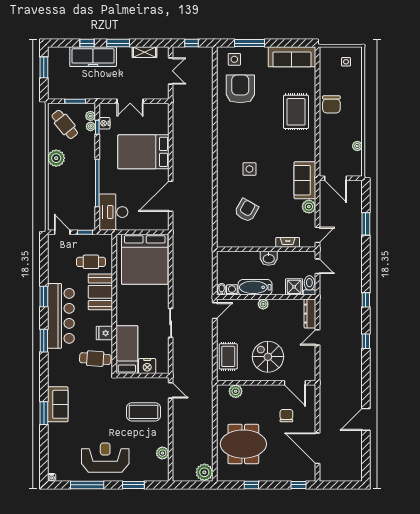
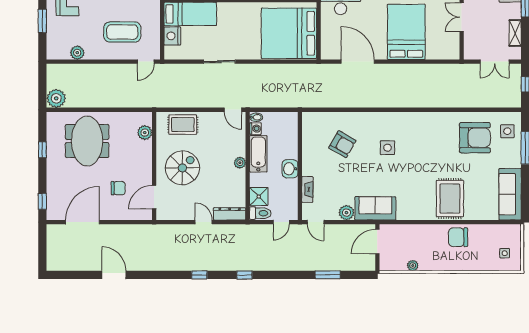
rug: (296, 112) -> (450, 199), turned 90
coffee table: (143, 412) -> (122, 32), turned 90

